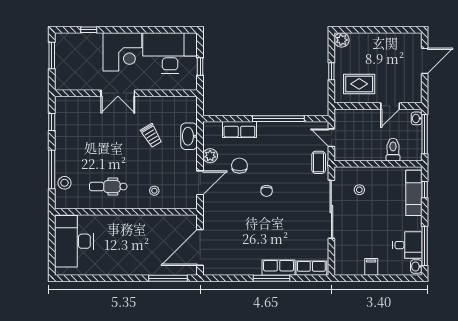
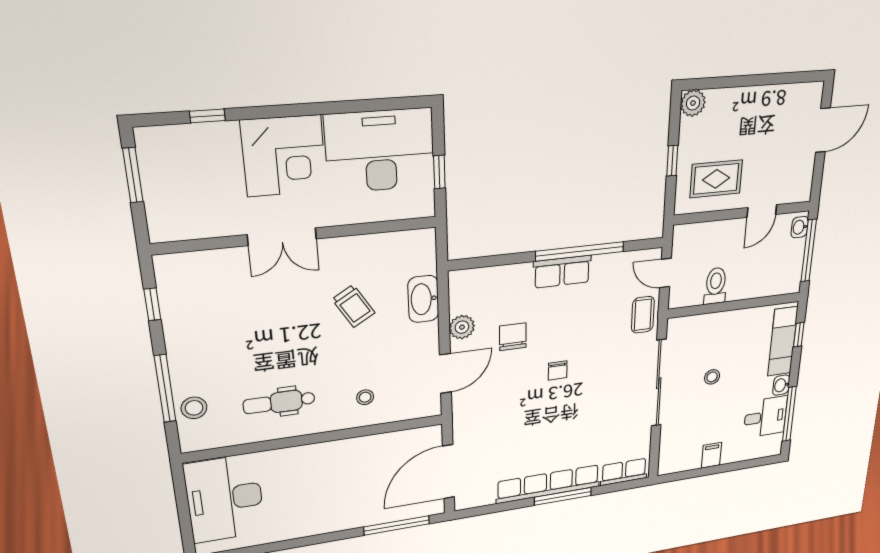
row of seats: (239, 130) -> (562, 272), moved
toilet: (393, 150) -> (716, 286), moved
stool: (359, 190) -> (712, 377), moved
washbasin: (416, 266) -> (781, 385), moved
row of seats: (279, 268) -> (548, 484), width x2.02

